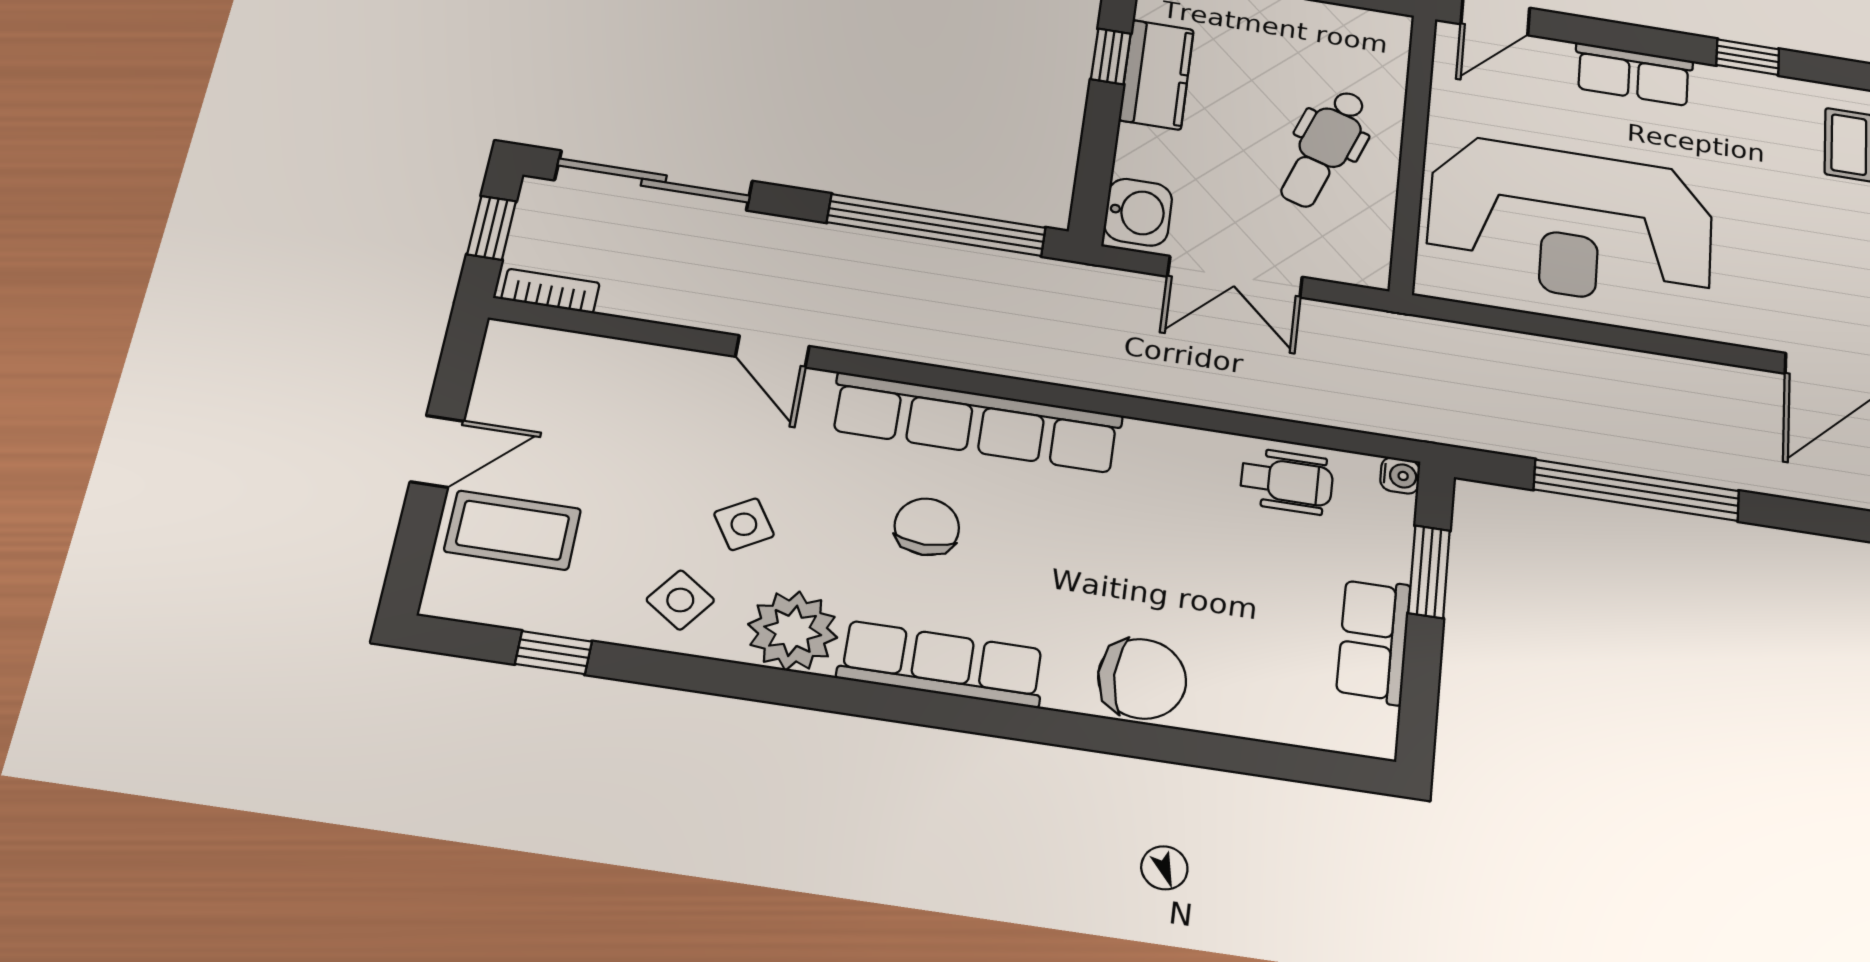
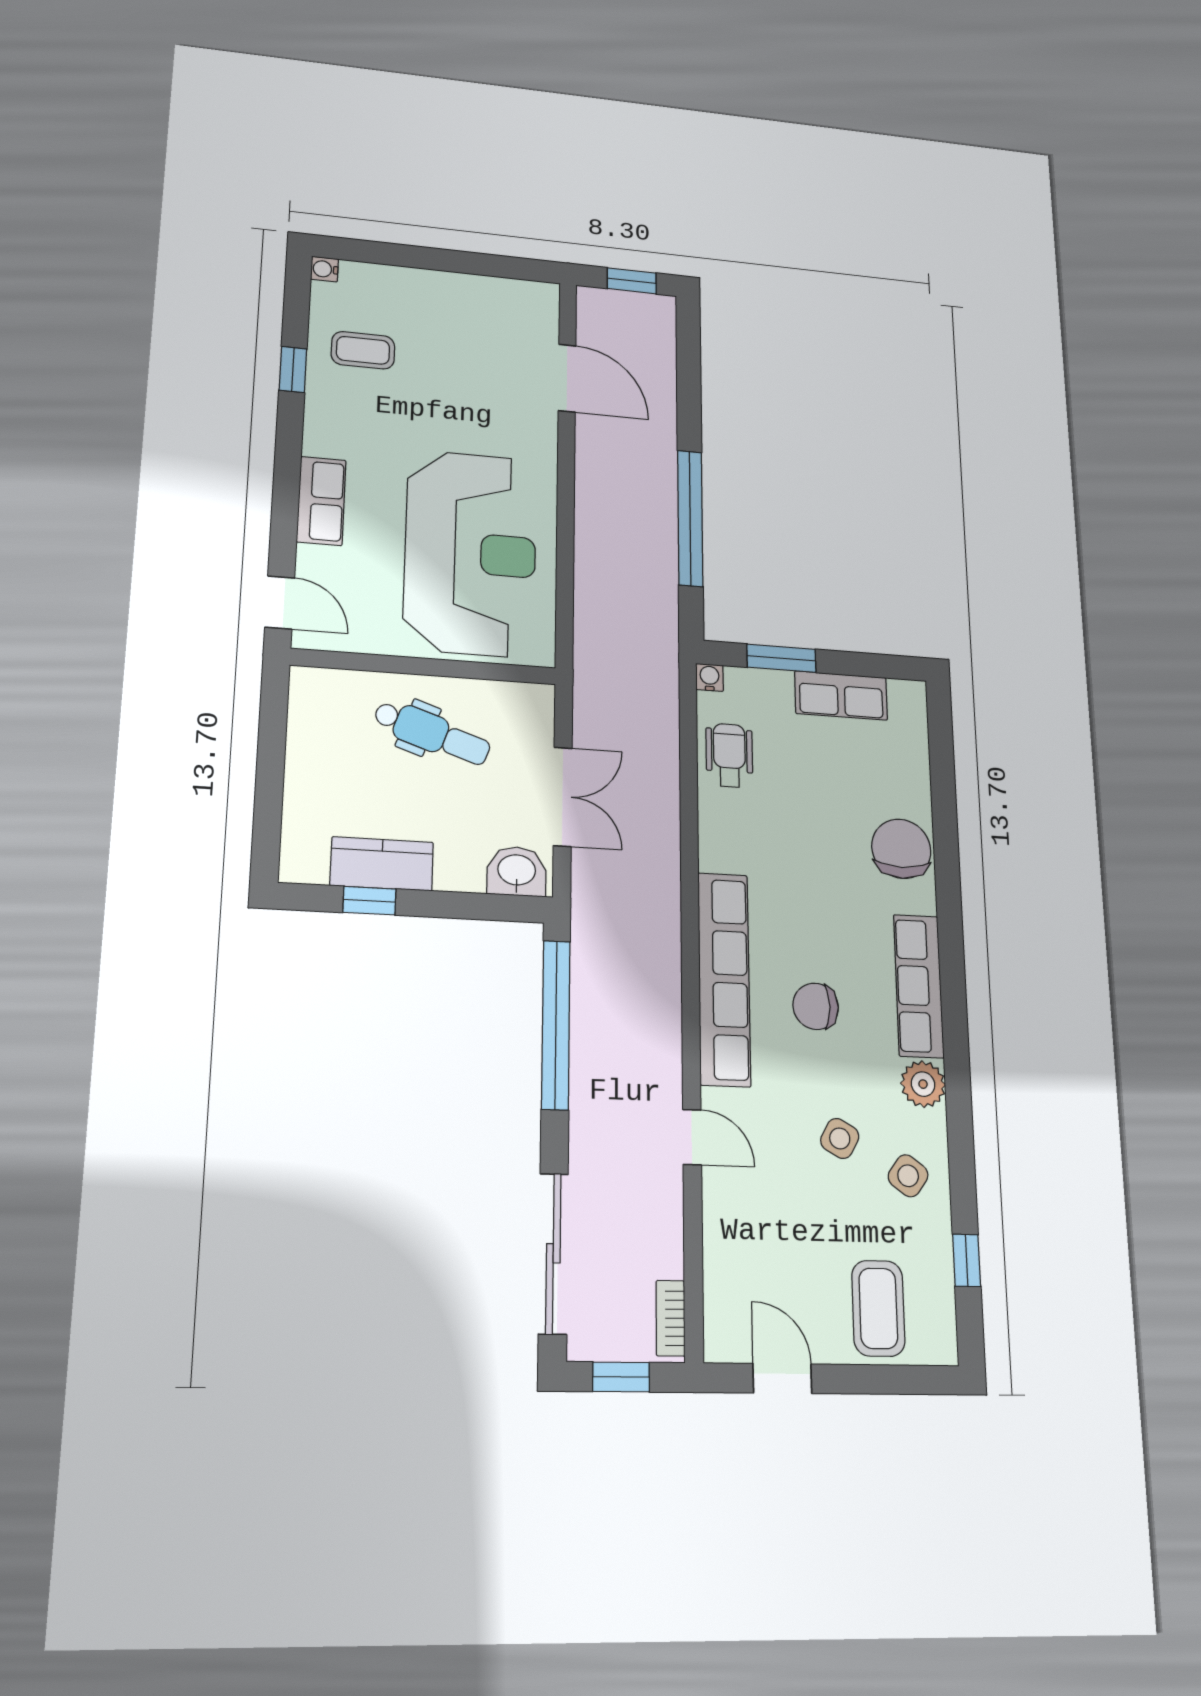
window: (1748, 57) -> (293, 370), moved
door: (772, 351) -> (692, 1137), hinge flipped
door: (437, 451) -> (782, 1379), moved
side table: (744, 524) -> (840, 1138), turned -30
plant: (793, 631) -> (923, 1084), width x0.73, depth x0.73

